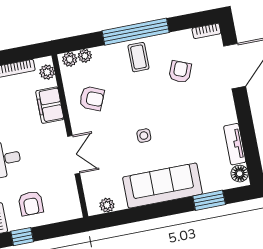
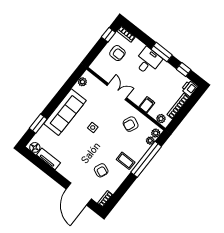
window: (136, 32) -> (146, 159), moved
filing cabinet: (50, 105) -> (147, 105), width x0.50
double door: (74, 155) -> (117, 92), swing flipped
armchair: (31, 203) -> (117, 53), turned 180

